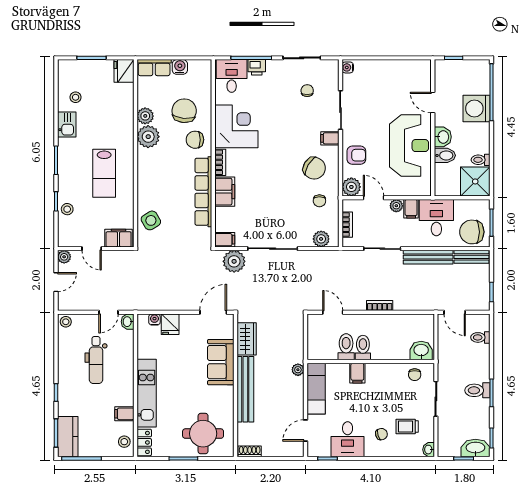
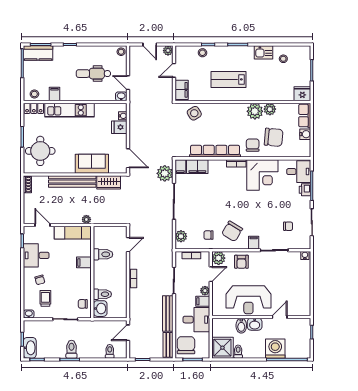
filing cabinet: (225, 192) -> (197, 167), moved
toilet: (363, 348) -> (102, 294), moved

